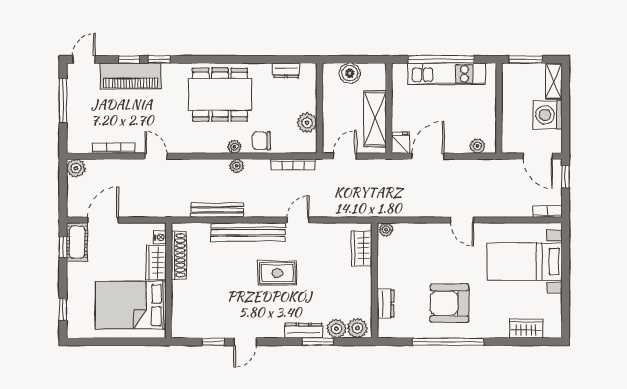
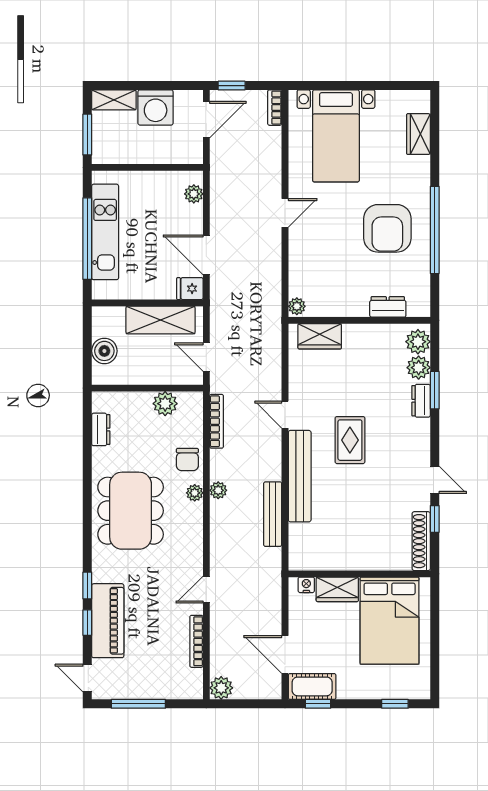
shoe rack: (179, 255) -> (421, 541), moved, turned -90
dresser: (304, 331) -> (421, 401), width x0.70

